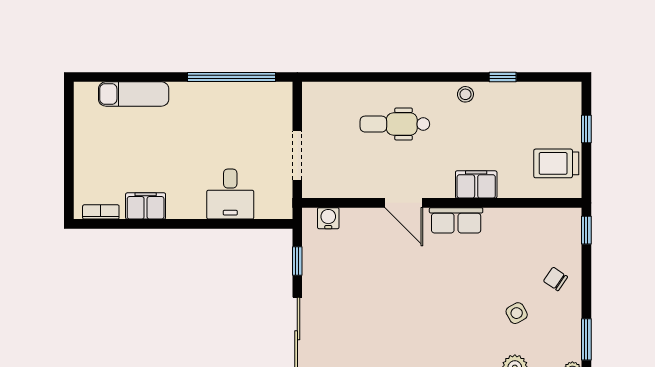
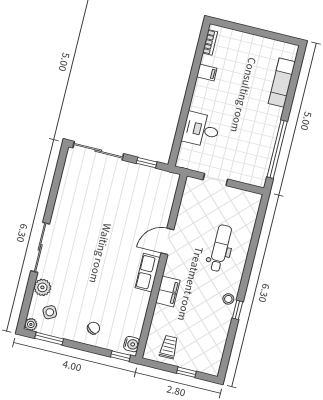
window: (503, 77) -> (238, 310), moved
doorway: (297, 155) -> (215, 180), width x0.73
trolley: (556, 163) -> (169, 347), width x0.73, depth x0.72
filing cabinet: (146, 206) -> (207, 72), width x0.50
water cooler: (328, 218) -> (132, 344), moved
side table: (517, 313) -> (50, 312), moved

